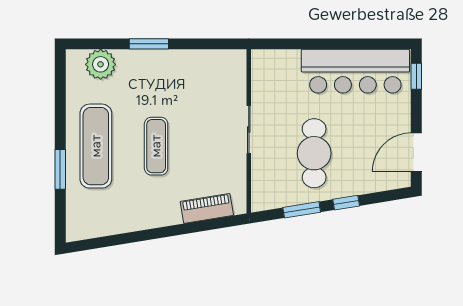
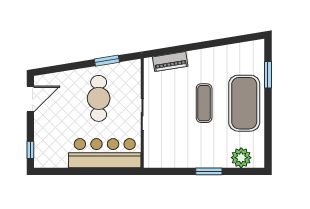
bar counter: (355, 71) -> (105, 153), moved
exercise mat: (96, 146) -> (244, 103), width x1.47
window: (60, 169) -> (268, 75), moved
window: (346, 203) -> (77, 65), removed

